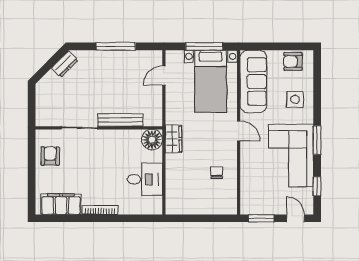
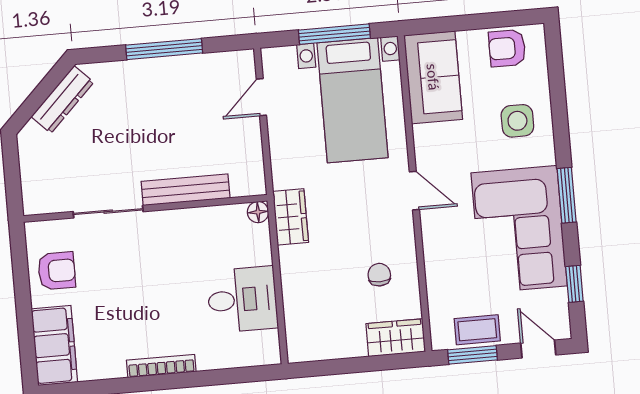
dresser: (65, 64) -> (62, 99), width x1.44
sofa: (253, 81) -> (433, 77), width x0.73
floor lamp: (152, 140) -> (258, 212), width x0.53, depth x0.53
armchair: (50, 156) -> (57, 271), turned 90
filing cabinet: (61, 204) -> (54, 345), moved, turned 90
wardrobe: (222, 206) -> (396, 338), added
coffee table: (265, 206) -> (477, 330), added

